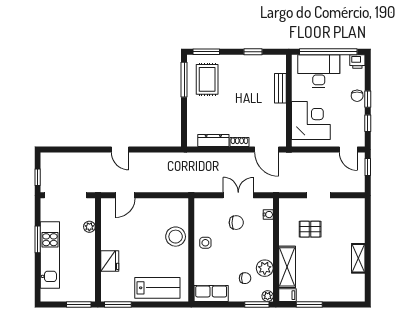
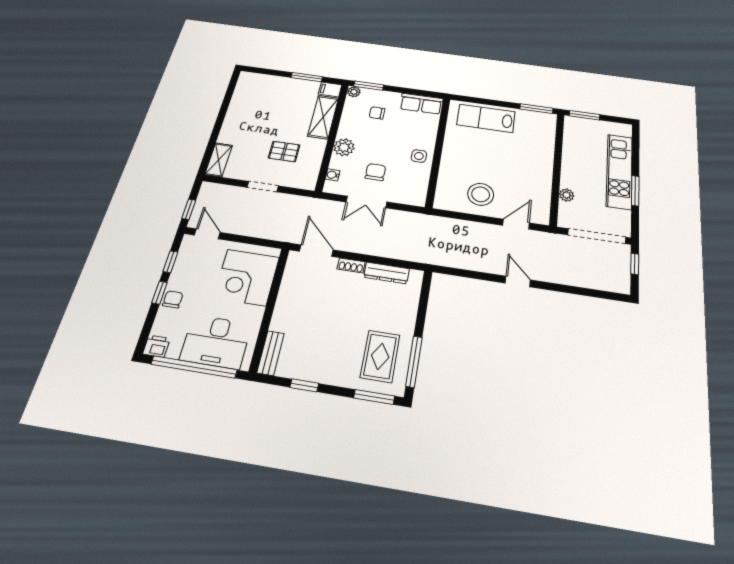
bench: (280, 88) -> (271, 353), moved
chair: (236, 223) -> (375, 172), turned 90
stool: (176, 237) -> (481, 194), moved
shelving: (358, 258) -> (219, 160), moved
fridge: (110, 261) -> (543, 154), removed
plant: (265, 268) -> (344, 147), moved

